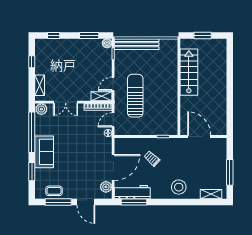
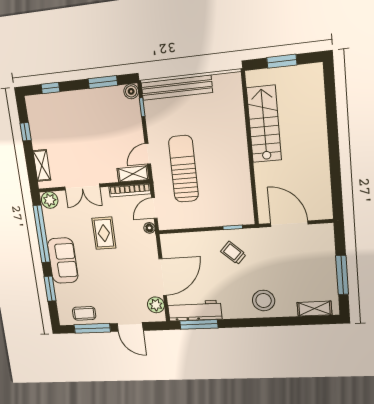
rug: (76, 135) -> (104, 233), added
trolley: (152, 159) -> (233, 253), moved

